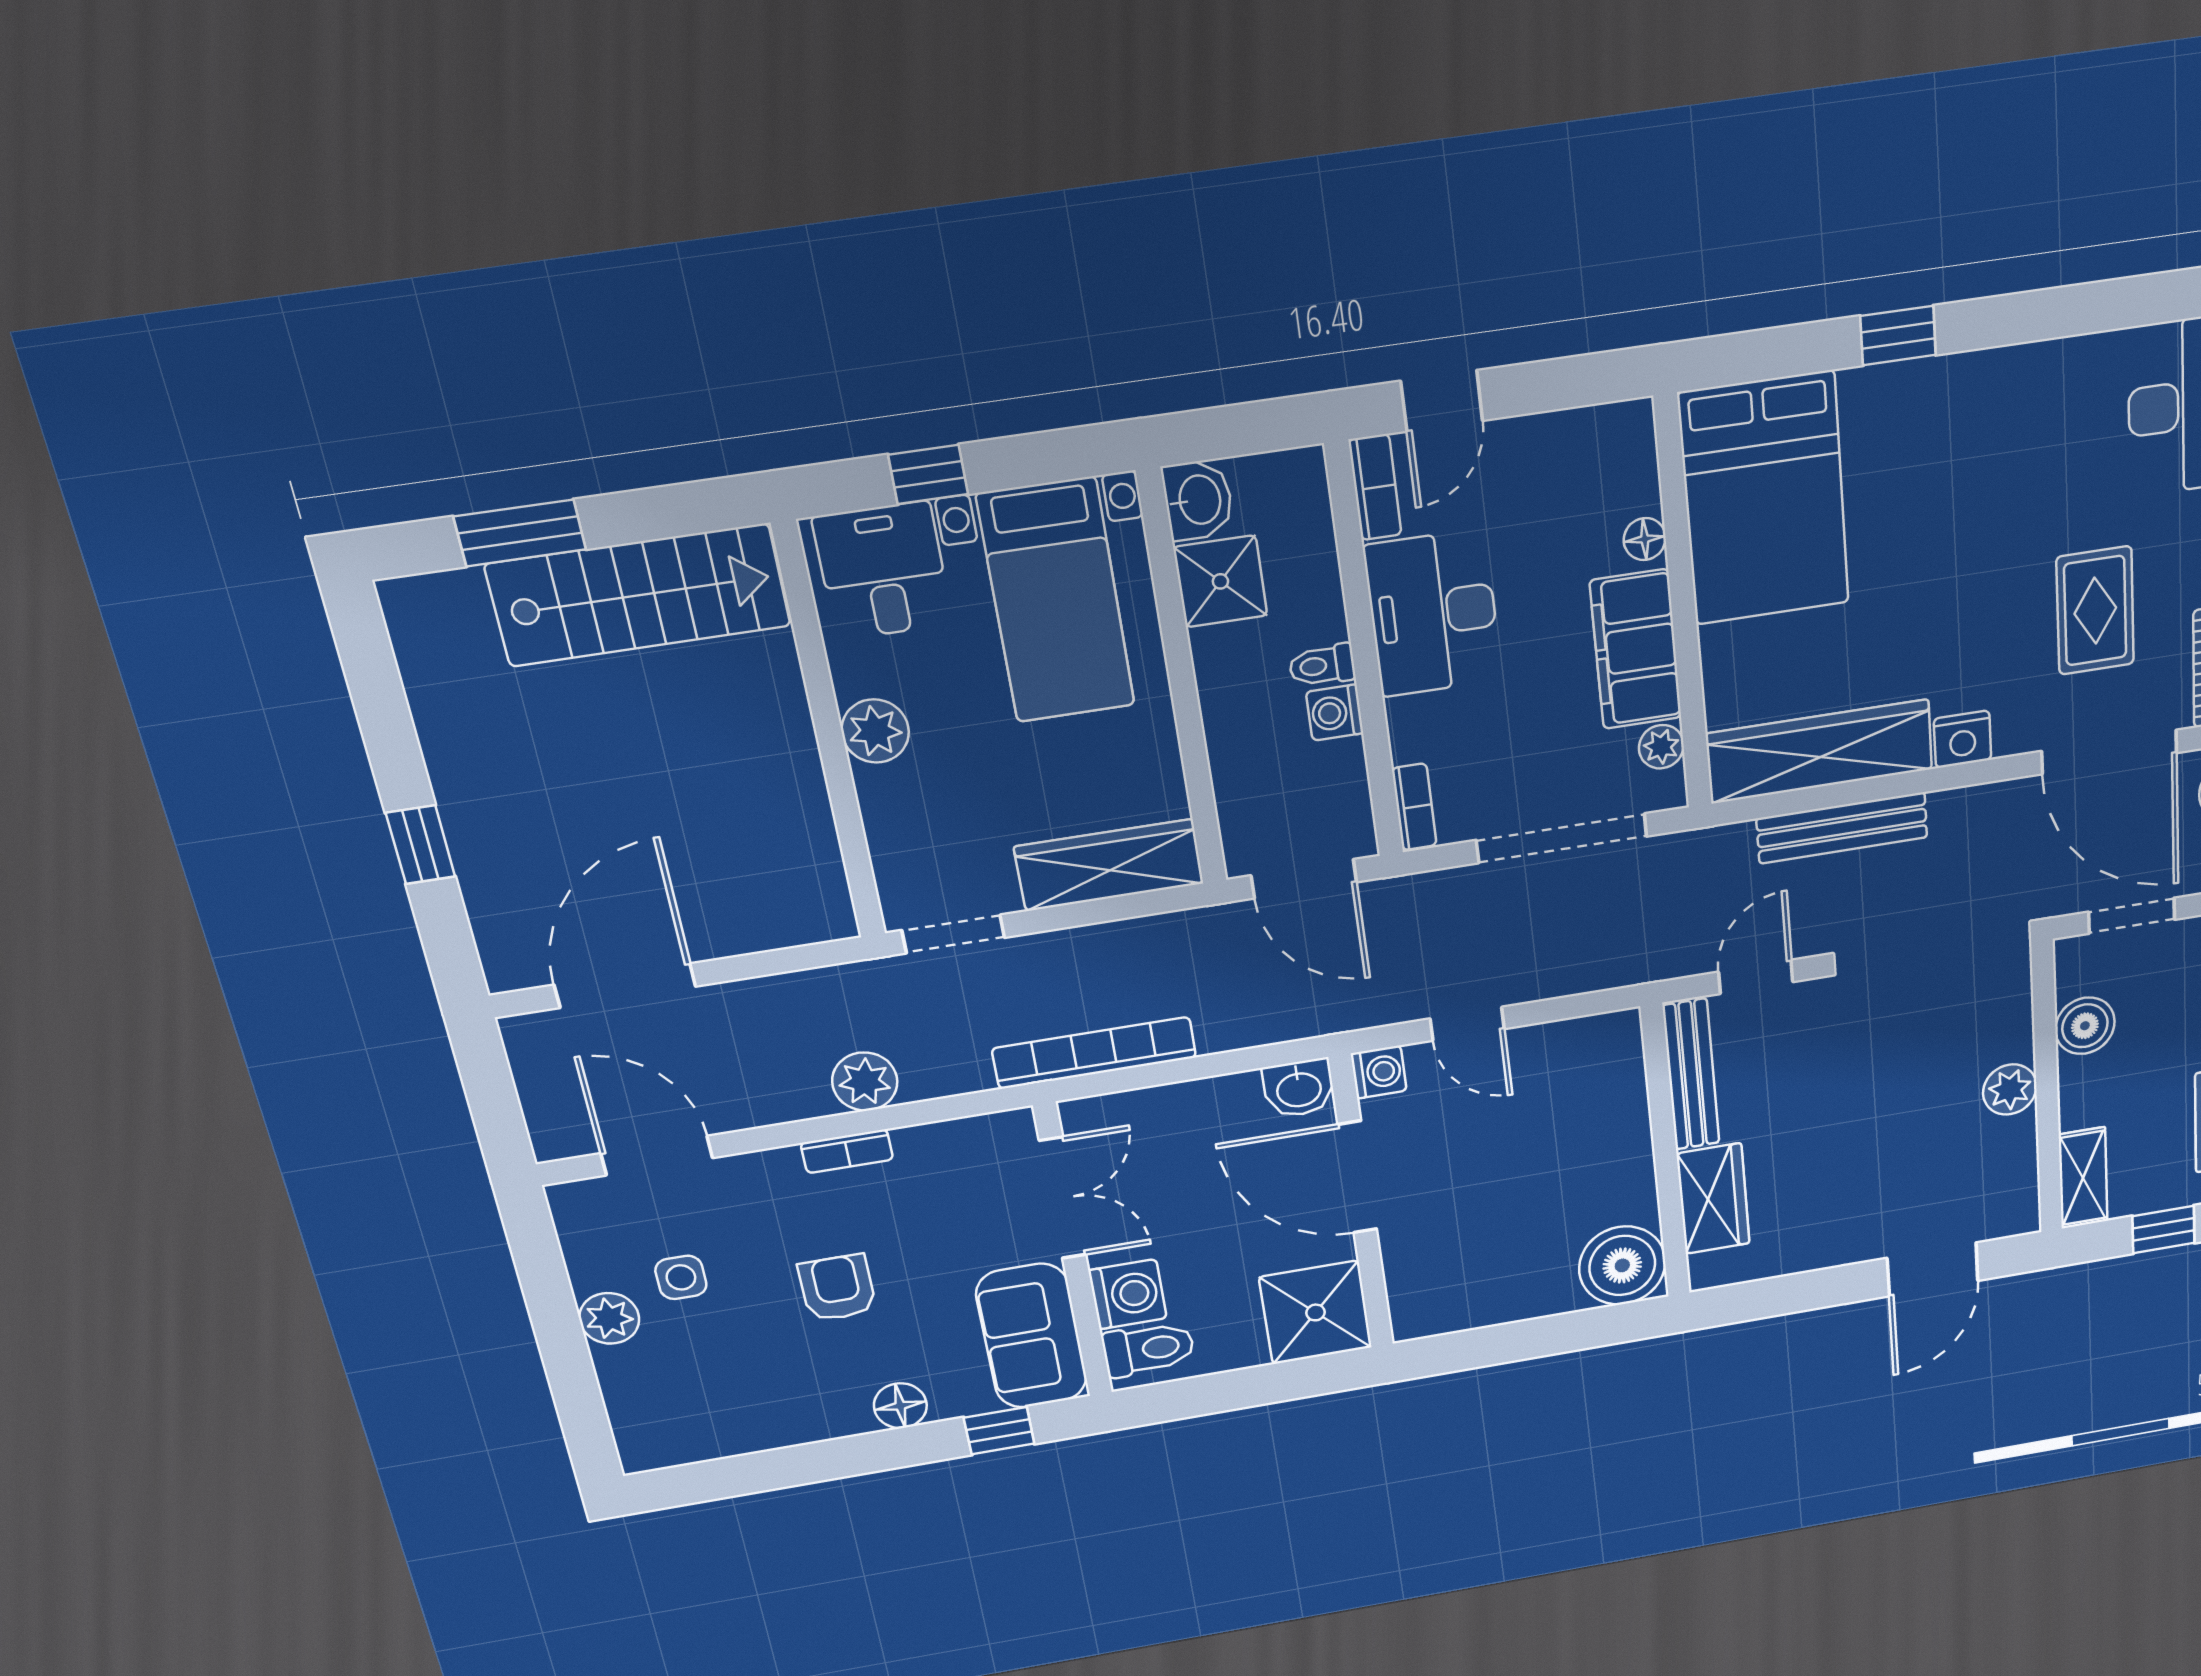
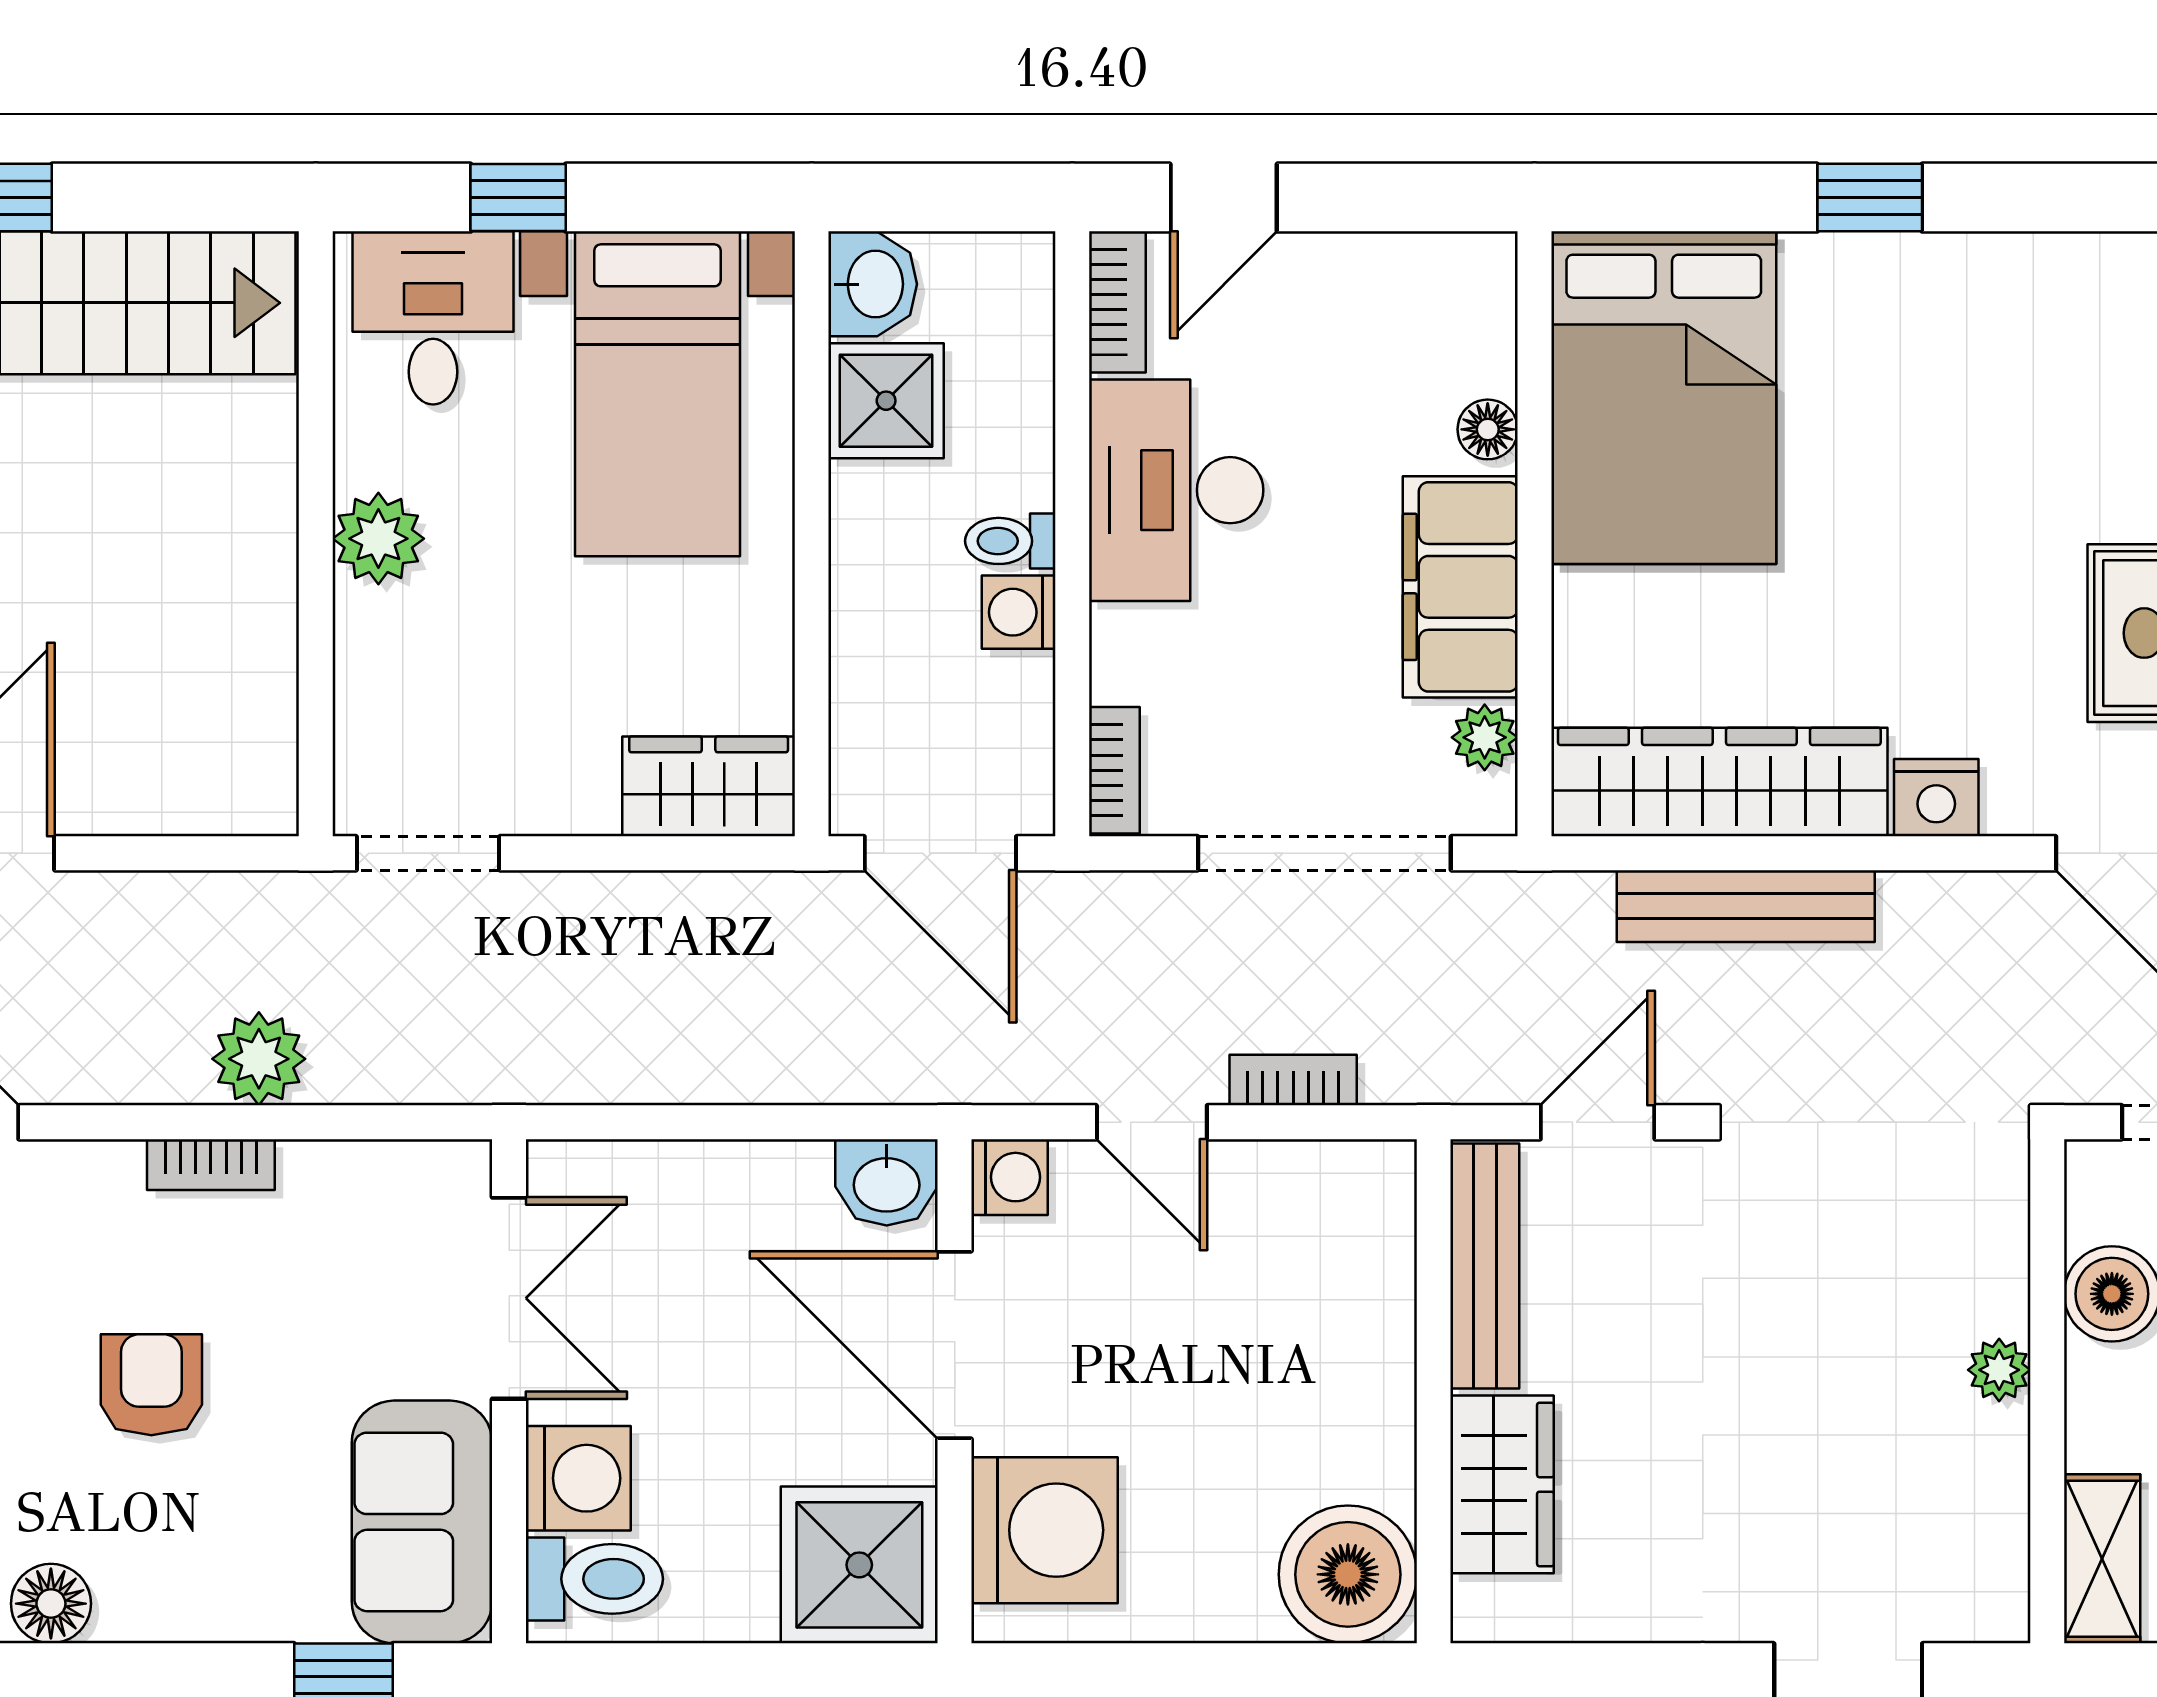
wardrobe: (1109, 865) -> (709, 786), width x0.67
bookcase: (1094, 1053) -> (1293, 1080), moved, width x0.43, depth x0.76
plant: (2010, 1090) -> (1999, 1370), width x0.73, depth x0.73
washing machine: (1430, 1273) -> (1045, 1530), added
floor lamp: (900, 1406) -> (51, 1604), moved

